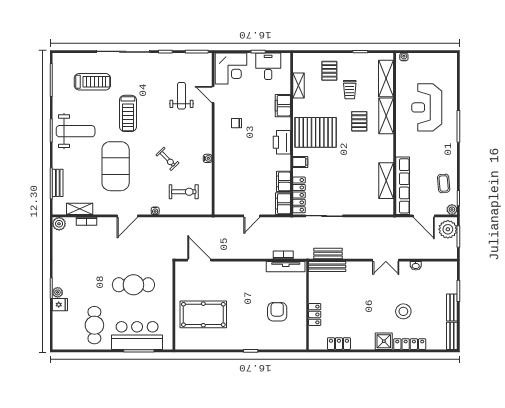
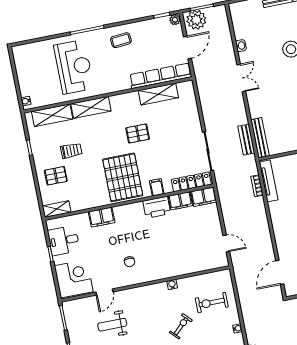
shelving: (298, 85) -> (57, 209), moved
reception desk: (427, 107) -> (74, 67), turned -90
pallet: (359, 121) -> (138, 134), moved
printer: (282, 142) -> (157, 207), moved
coffee table: (444, 183) -> (121, 40), moved
exercise bike: (184, 192) -> (212, 303), turned -90
door: (252, 216) -> (226, 243), moved

